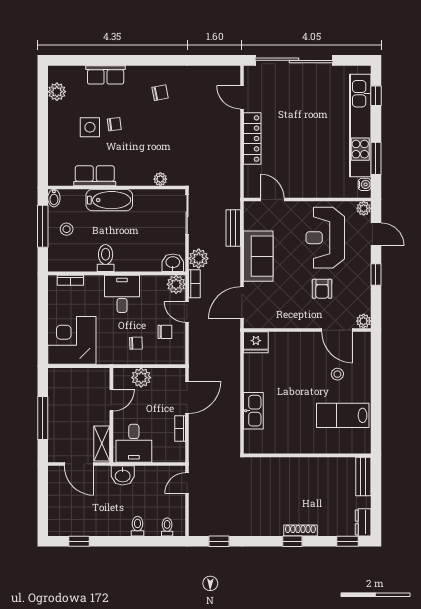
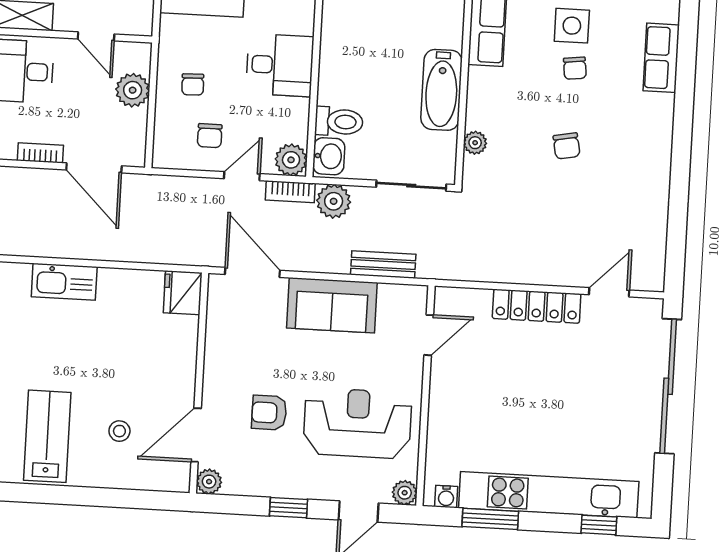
chair: (160, 93) -> (567, 146), moved
bathtub: (109, 200) -> (441, 90), moved
toilet: (106, 258) -> (339, 122), moved

